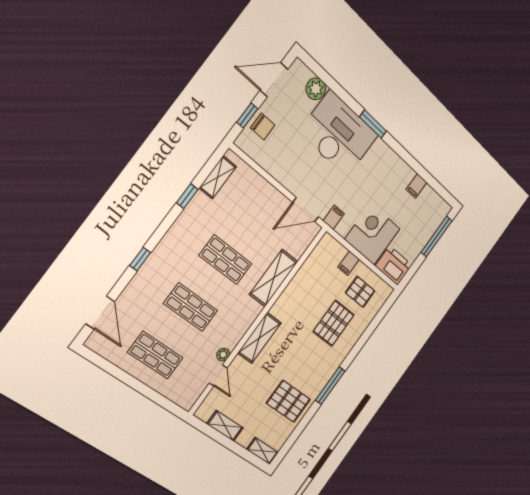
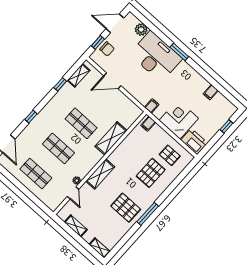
door: (306, 210) -> (112, 81), moved
window: (437, 236) -> (226, 126), width x0.46
filing cabinet: (349, 263) -> (148, 124), moved
pallet: (288, 401) -> (126, 208), moved

